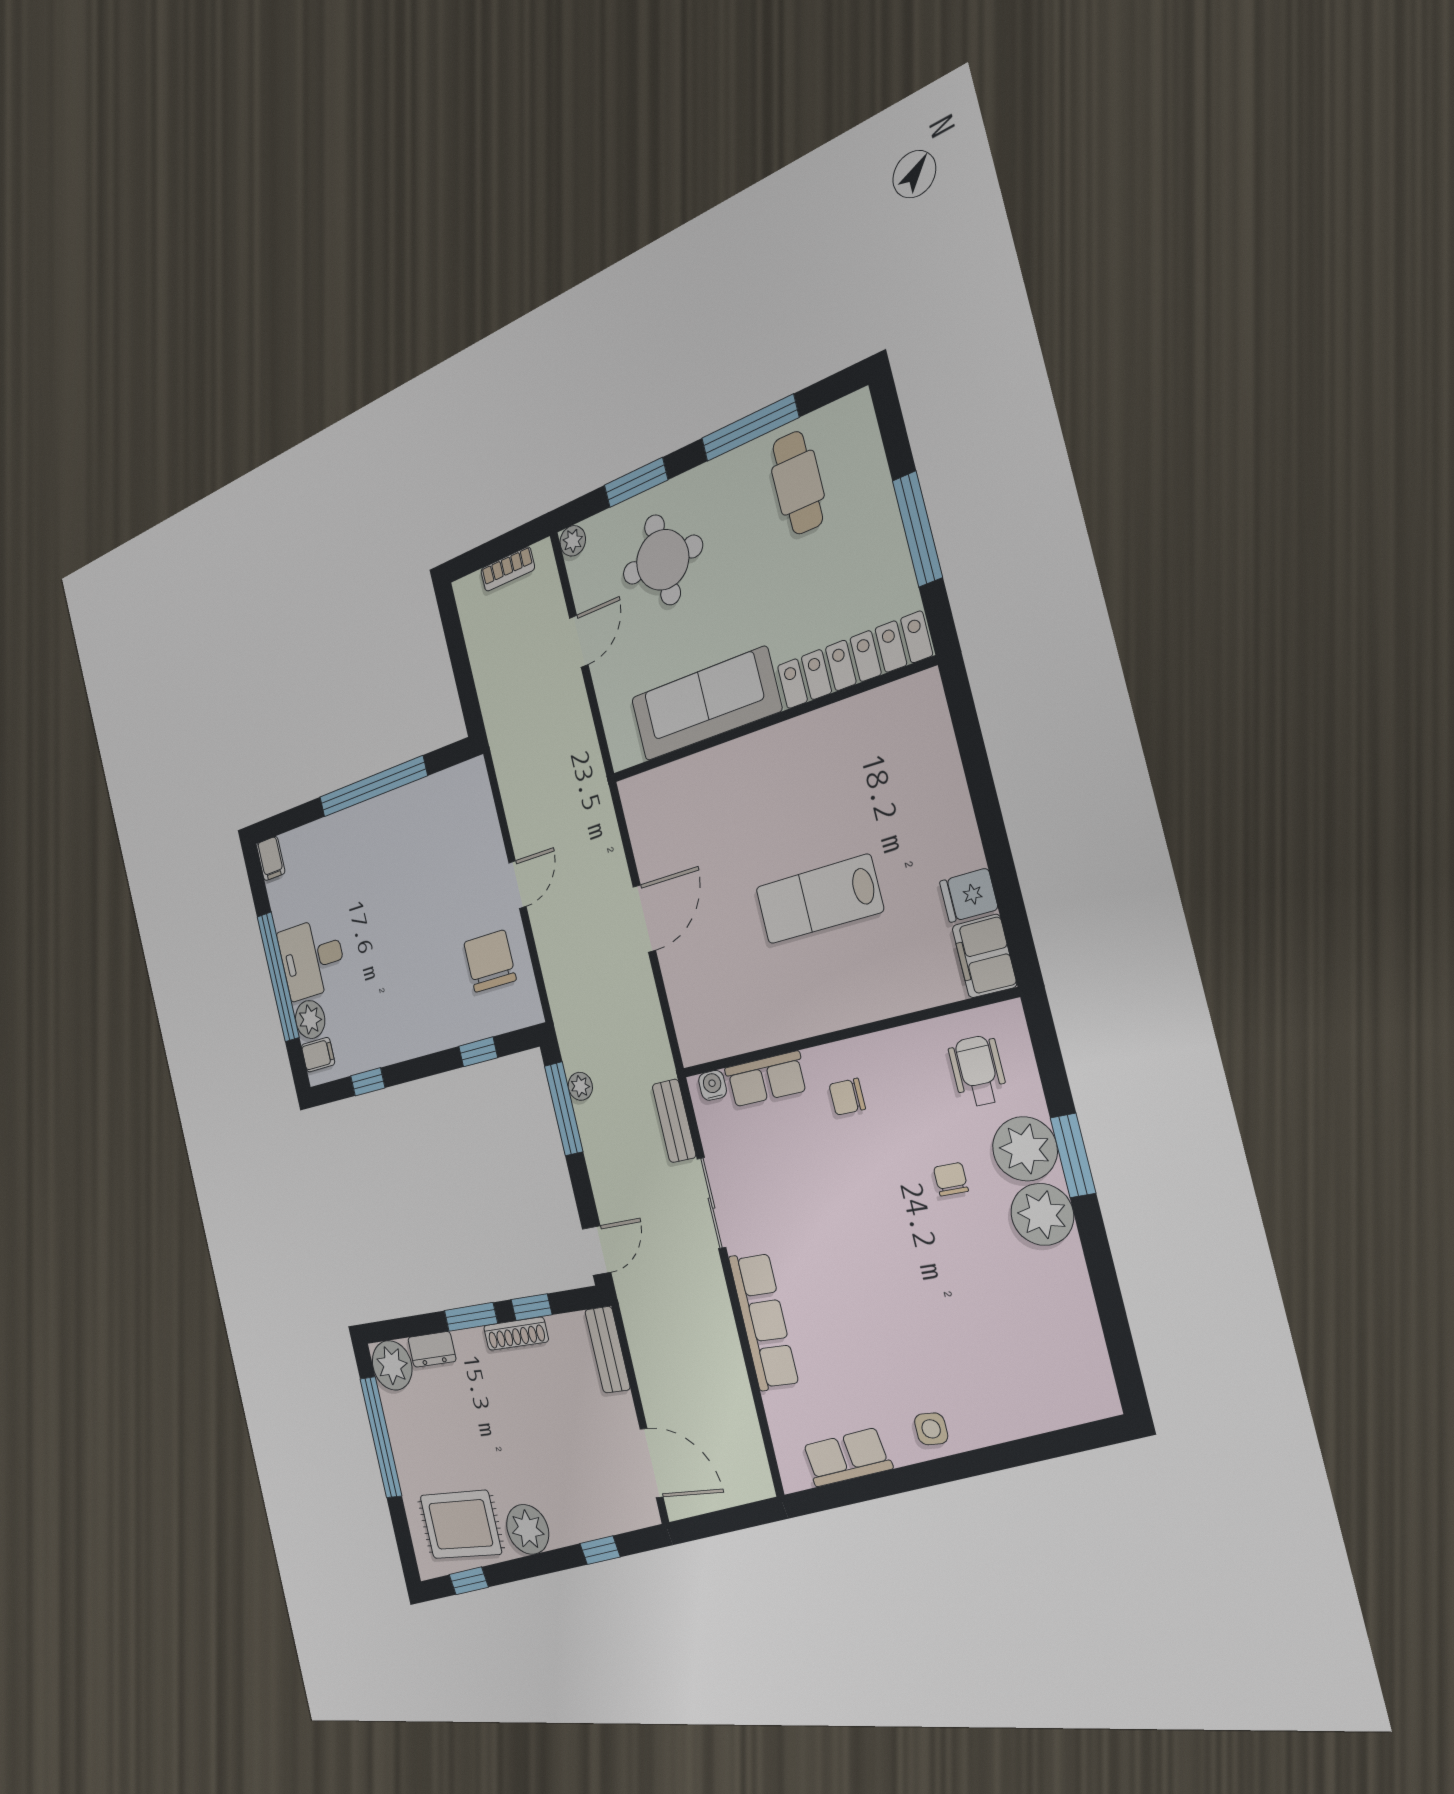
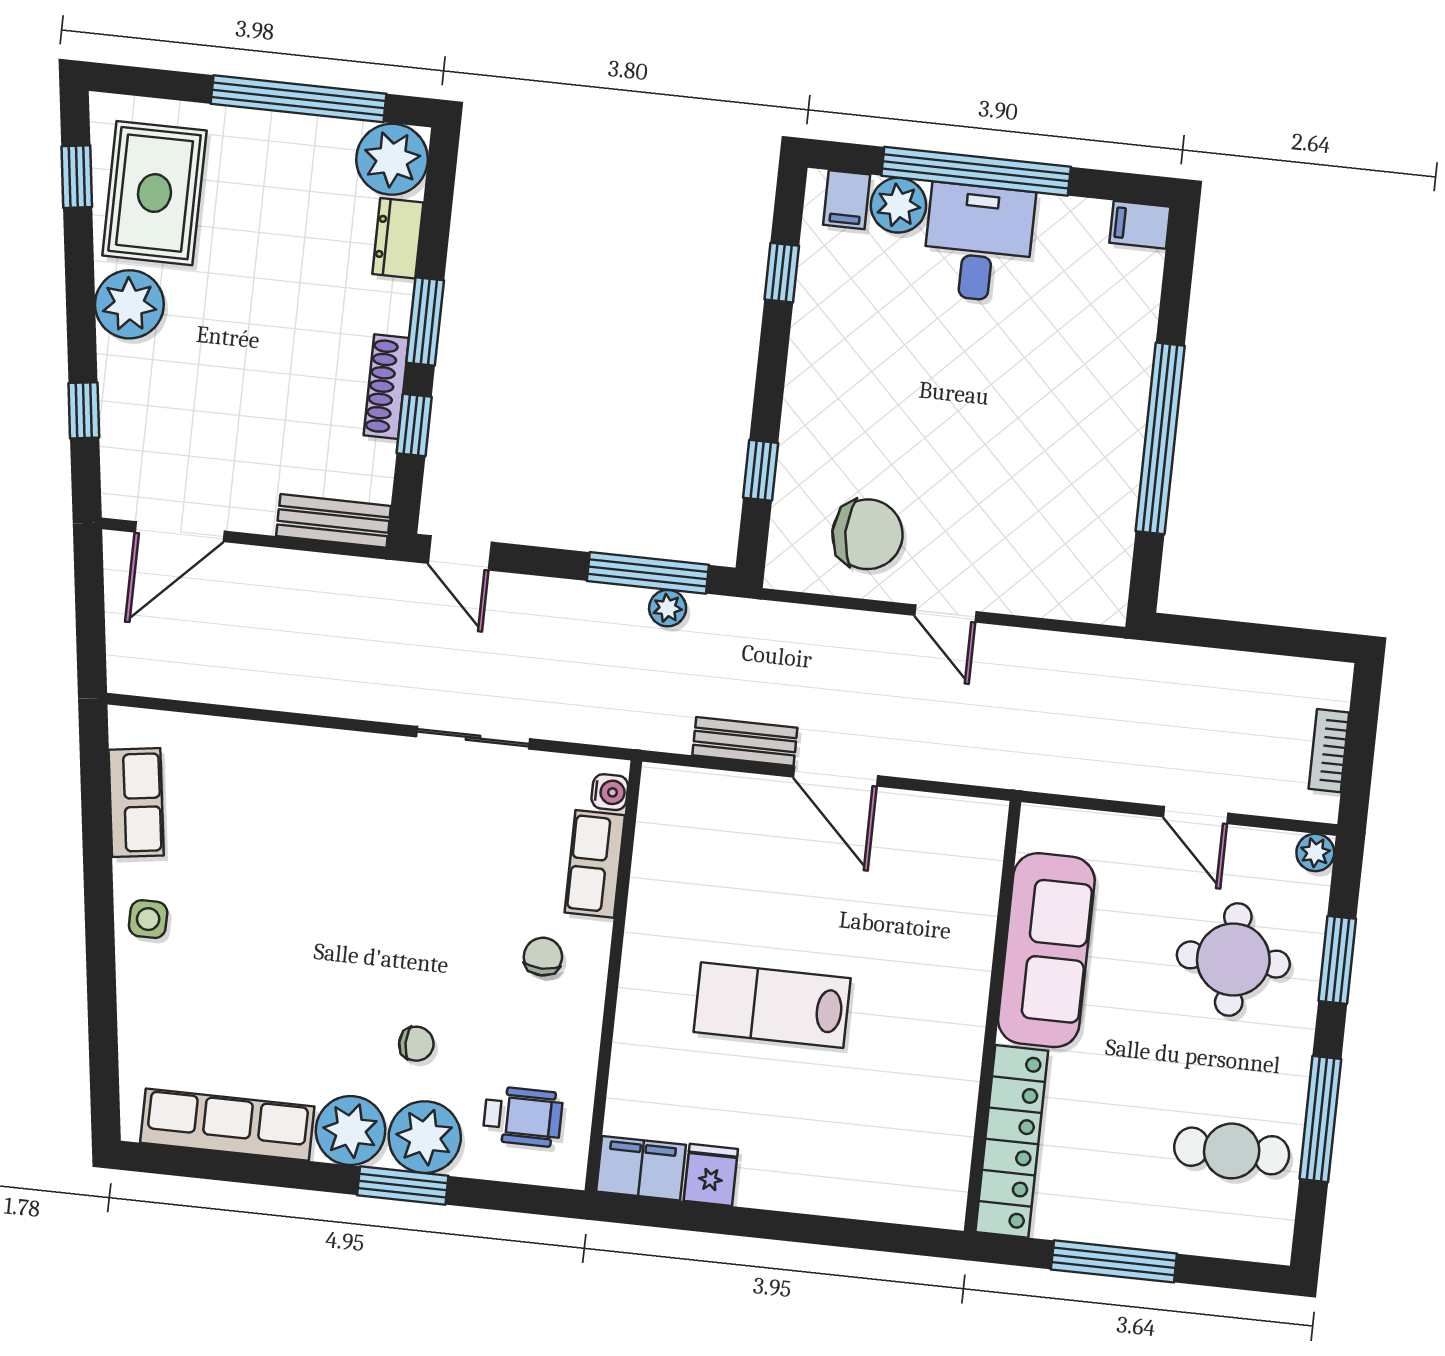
lab bench: (819, 899) -> (772, 1005), turned -90
bench: (674, 1121) -> (745, 741), moved
row of seats: (764, 1321) -> (227, 1125), moved, turned 180

